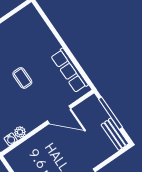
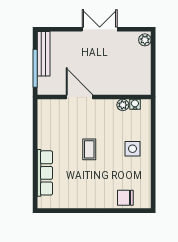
row of seats: (70, 70) -> (45, 173), moved
bench: (115, 134) -> (44, 54), width x1.36

